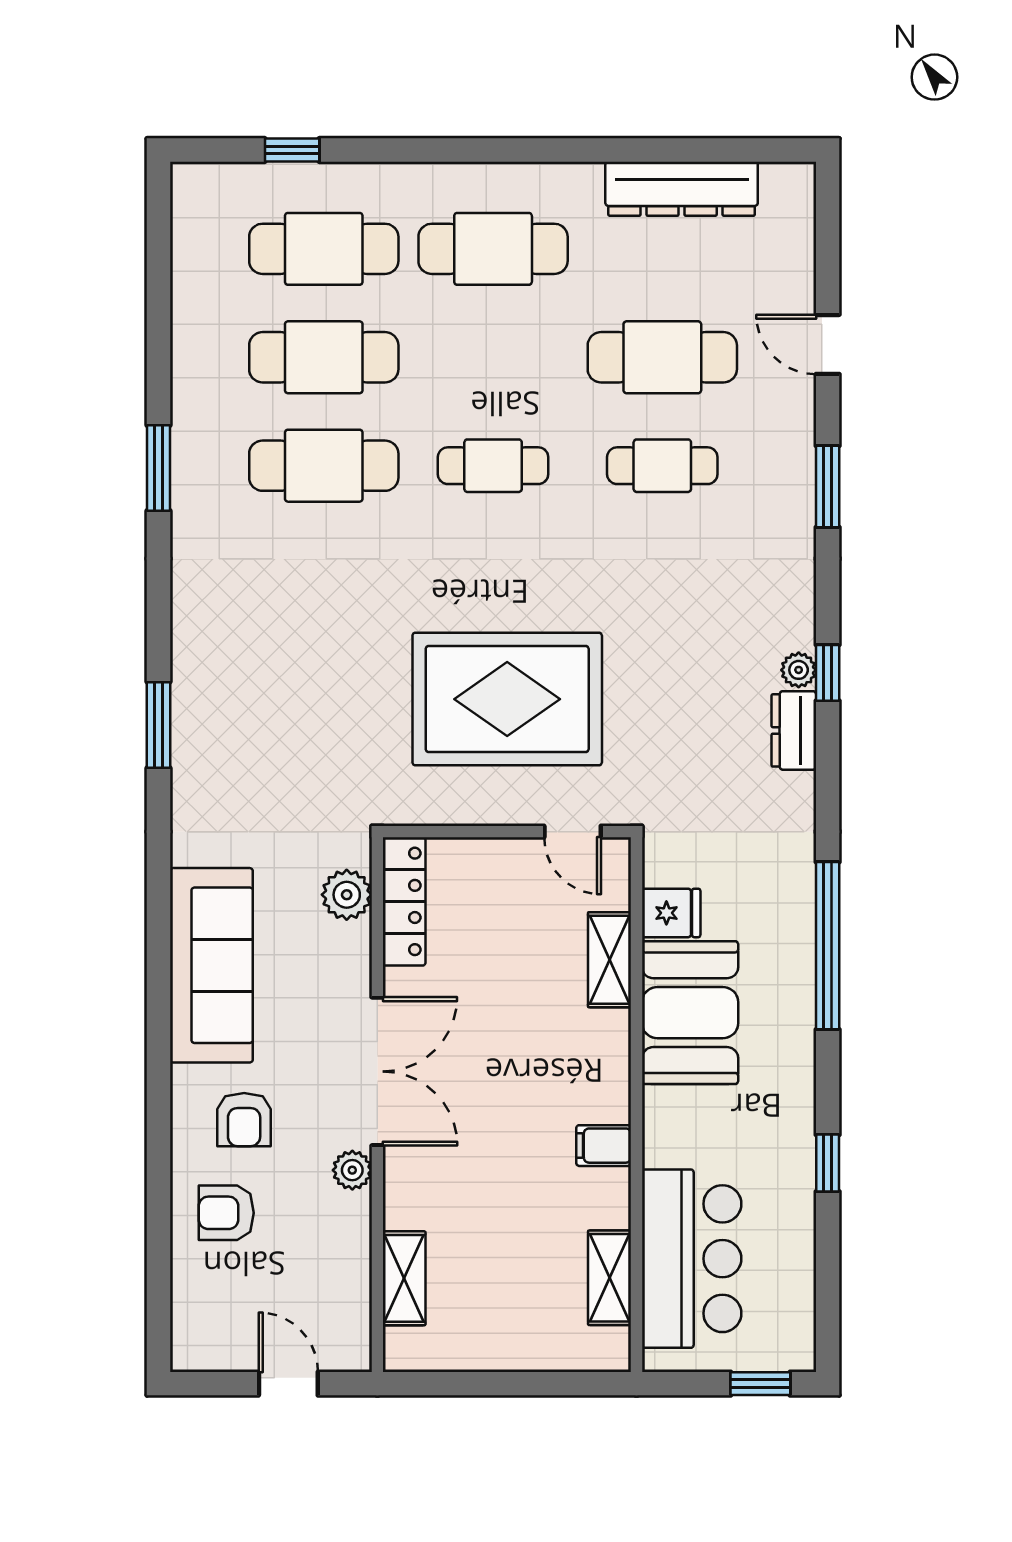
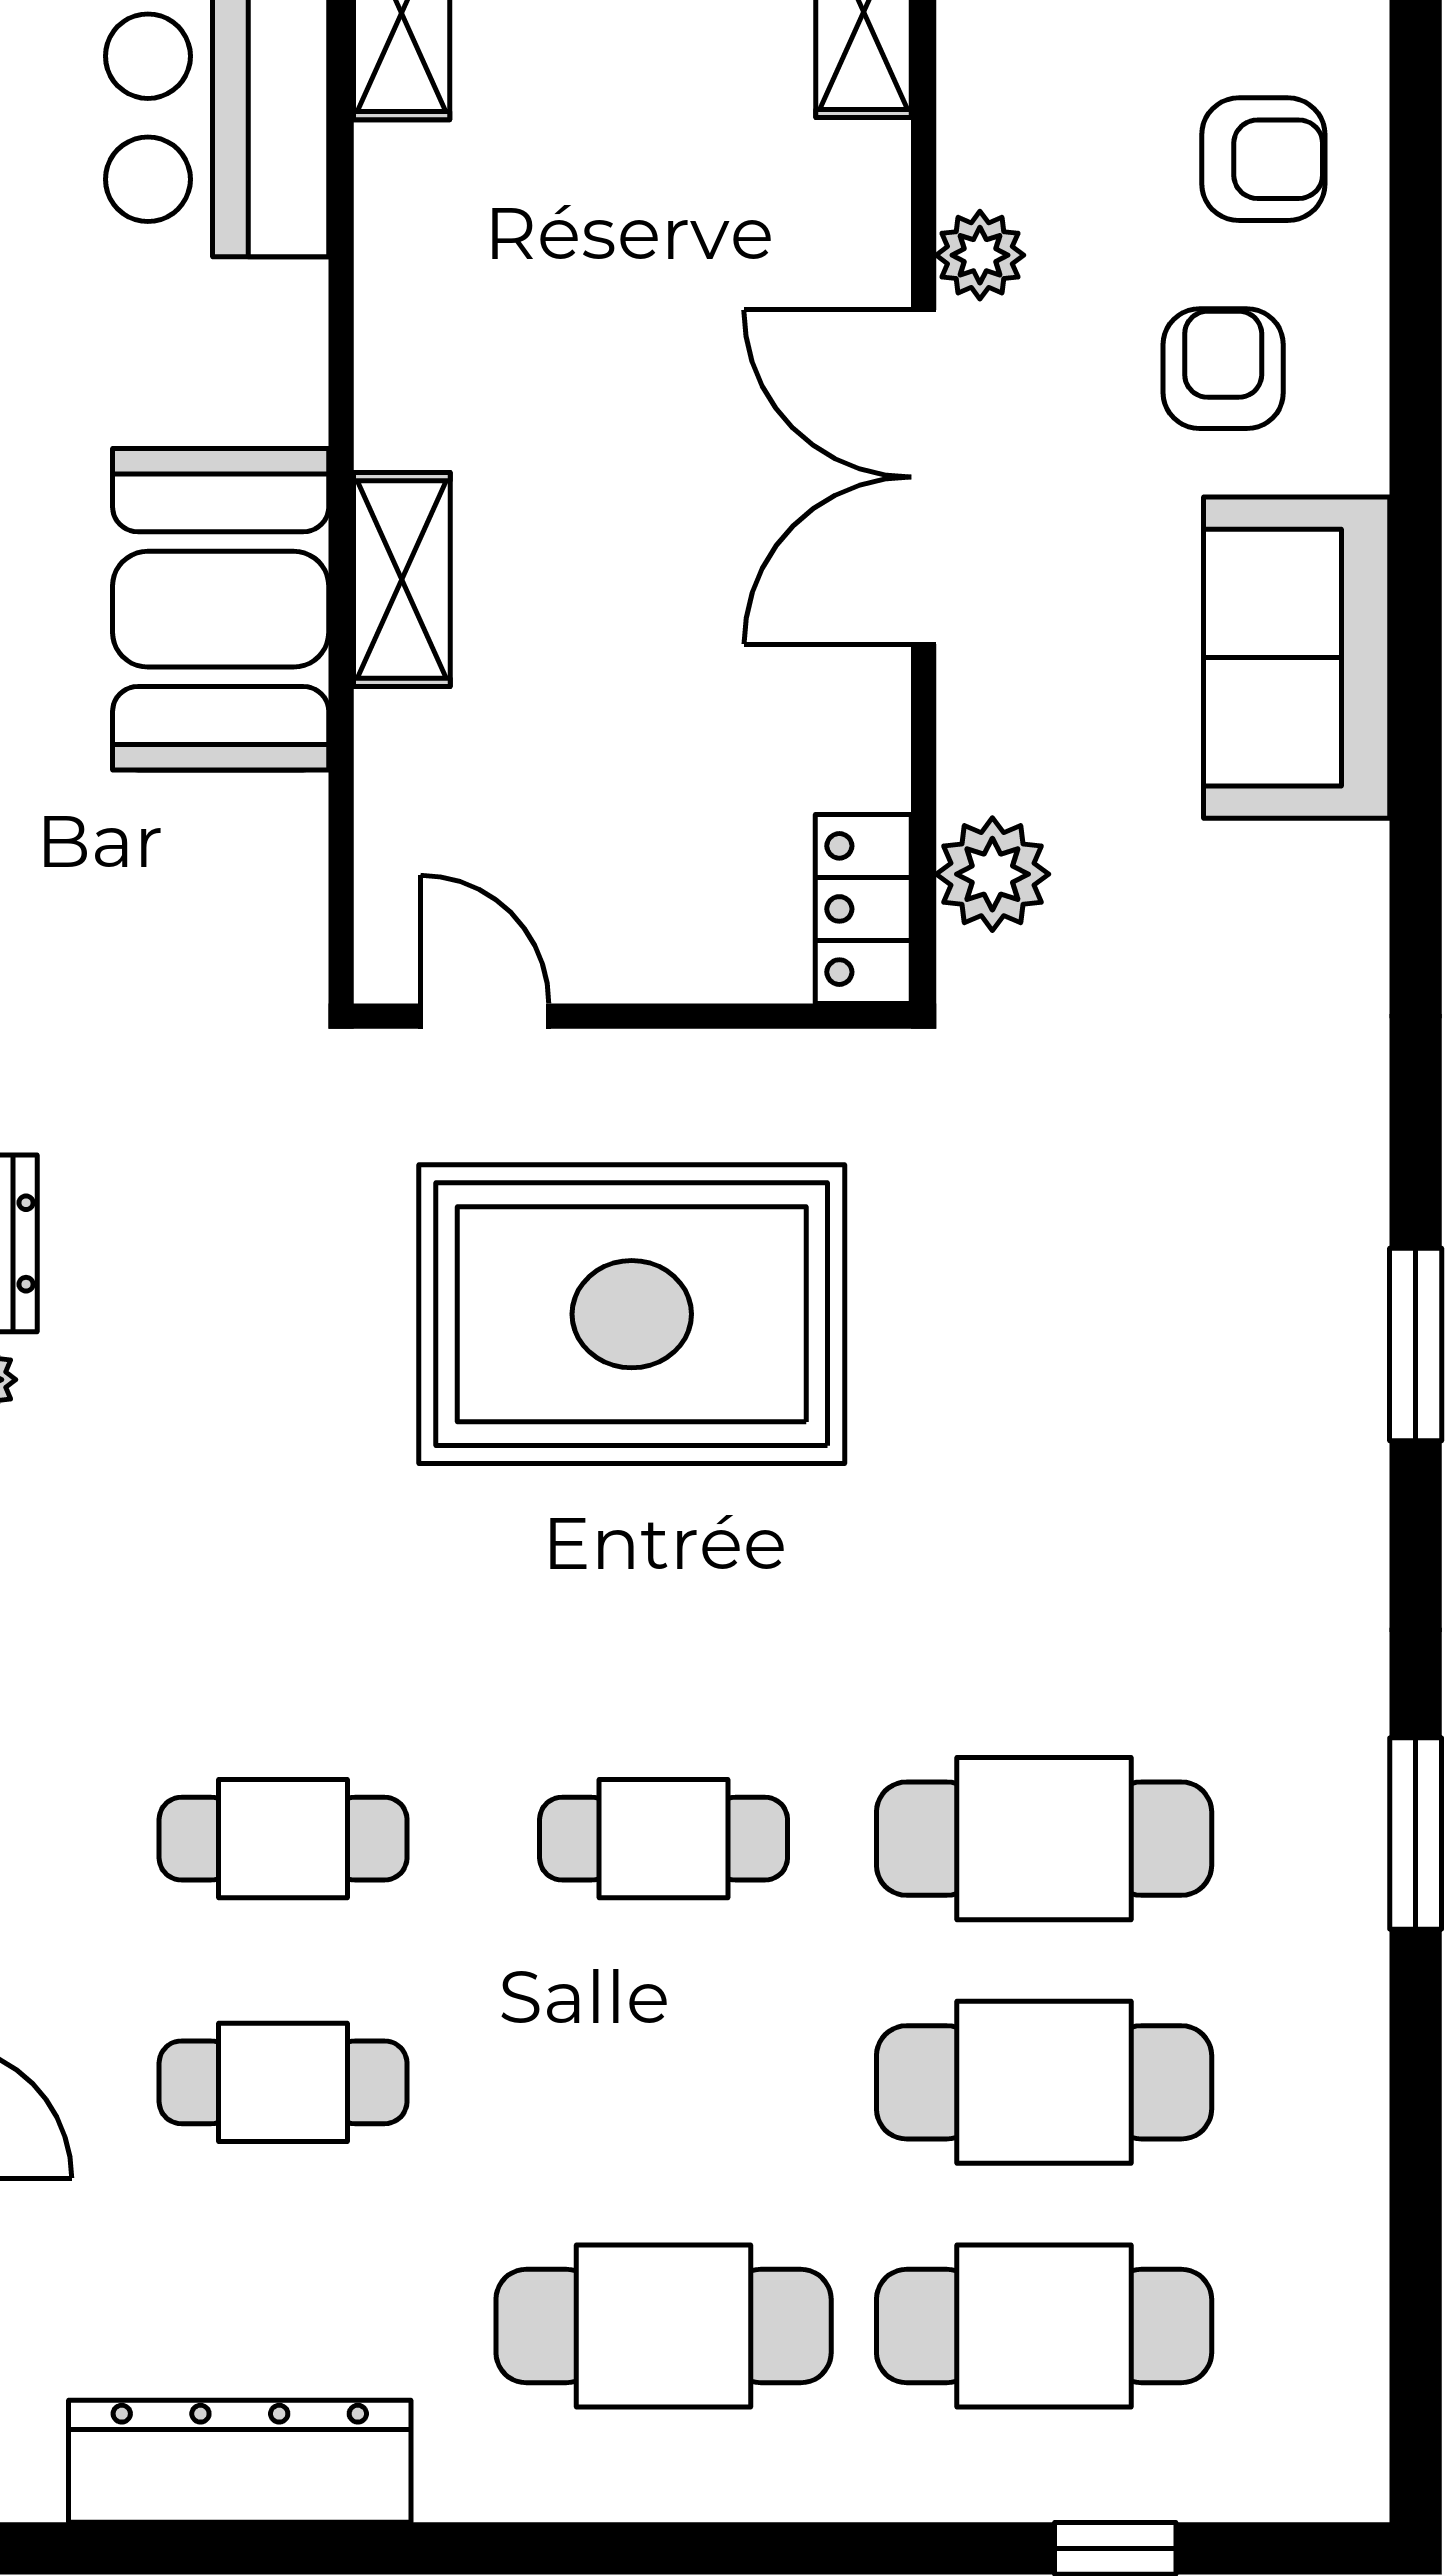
cafe table: (662, 357) -> (283, 2082), width x0.73, depth x0.74
window: (158, 725) -> (1416, 1344), moved
locker: (404, 901) -> (863, 909), width x0.66
fridge: (671, 913) -> (263, 833), removed
shelving: (609, 960) -> (402, 579), moved
sofa: (211, 965) -> (1297, 658), width x0.73
filing cabinet: (604, 1146) -> (415, 310), removed

